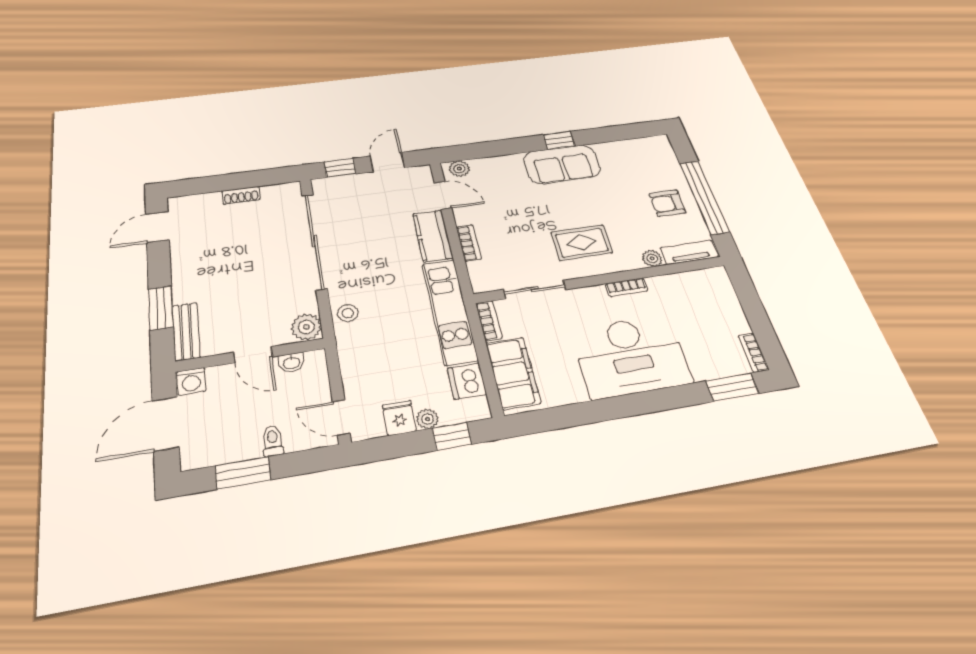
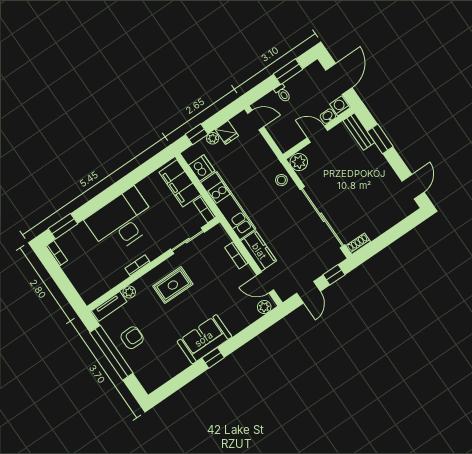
shoe rack: (241, 195) -> (358, 244), moved
washbasin: (291, 363) -> (328, 116), moved

